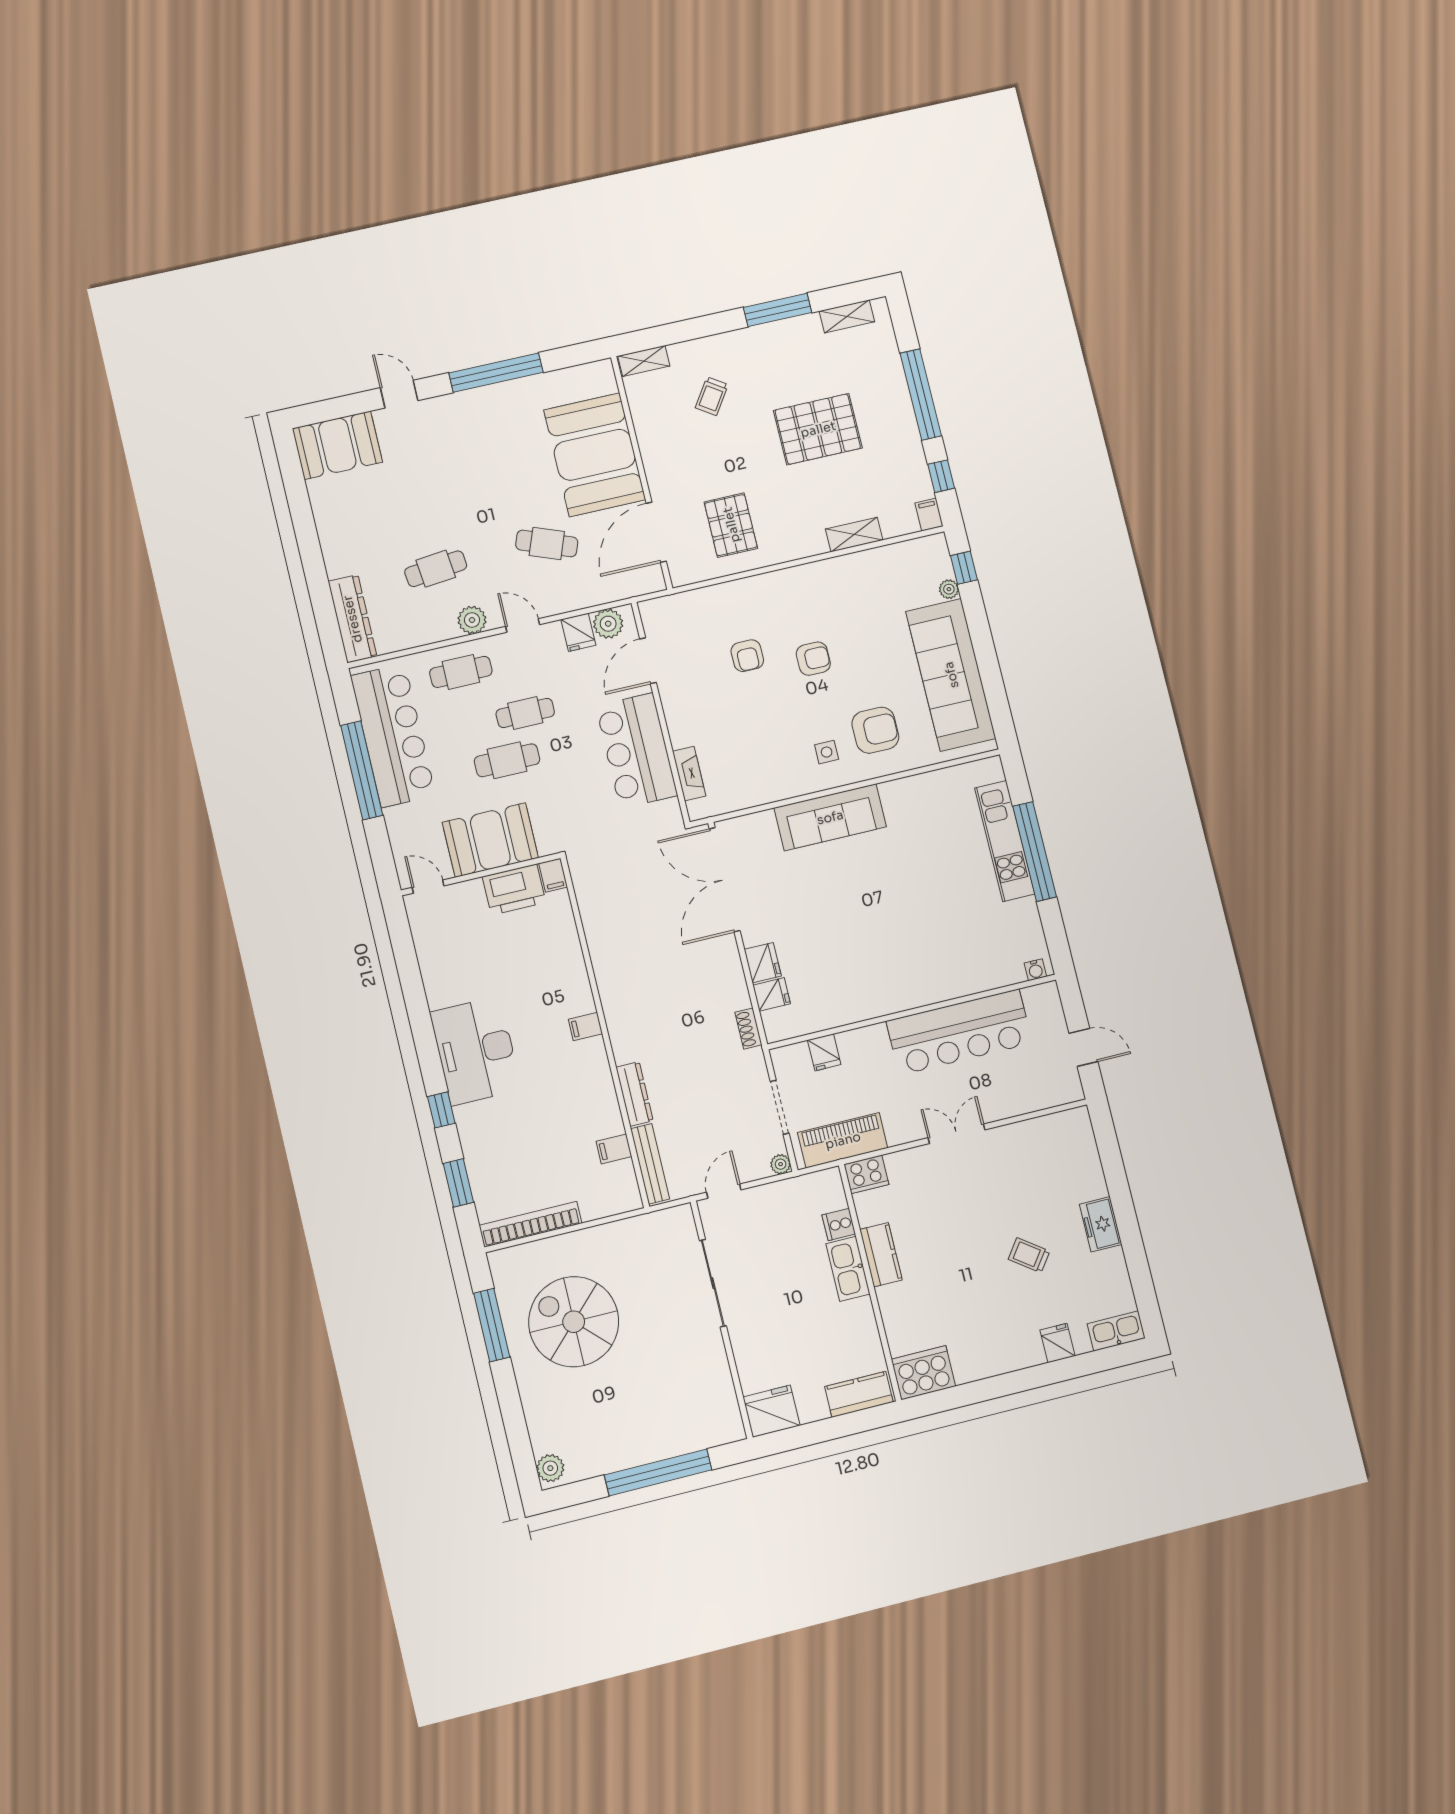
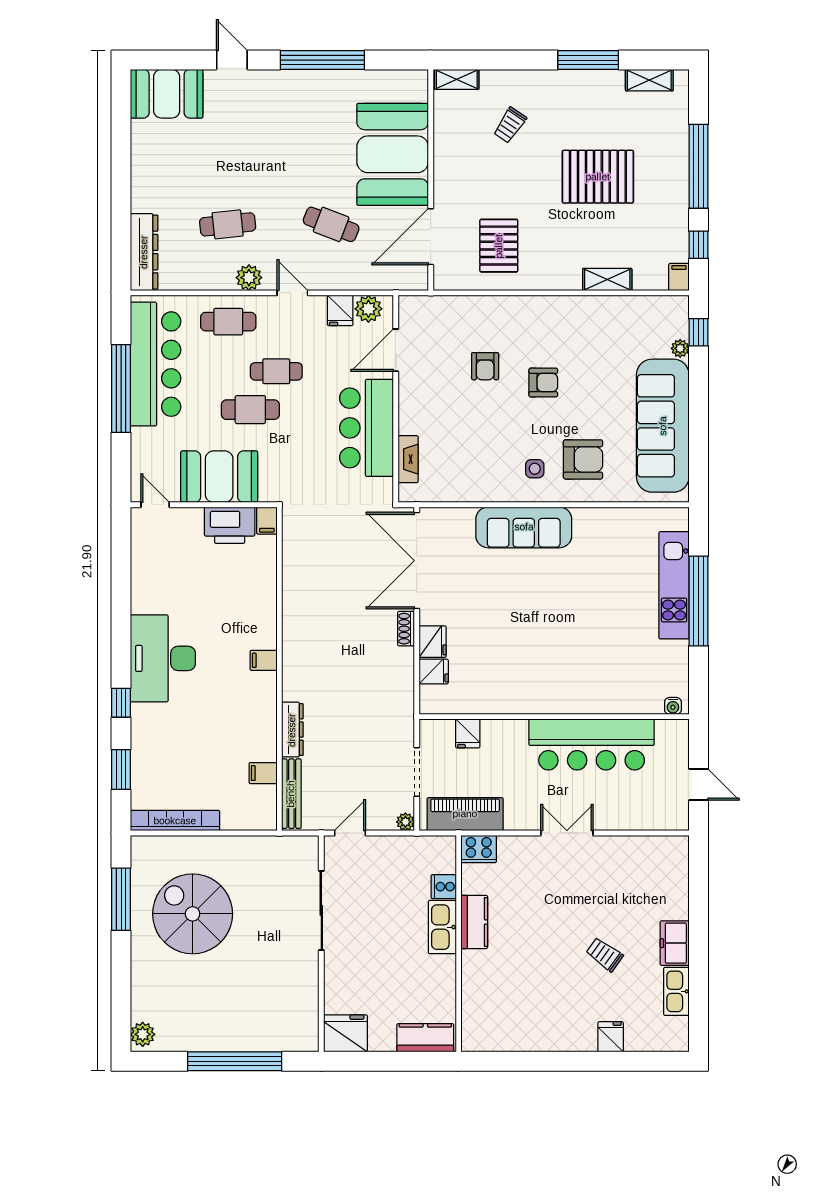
shoe rack: (748, 1029) -> (406, 629), moved
kitchen sink: (1116, 1331) -> (676, 991), moved, turned -90
cooker: (923, 1373) -> (486, 1033), removed

